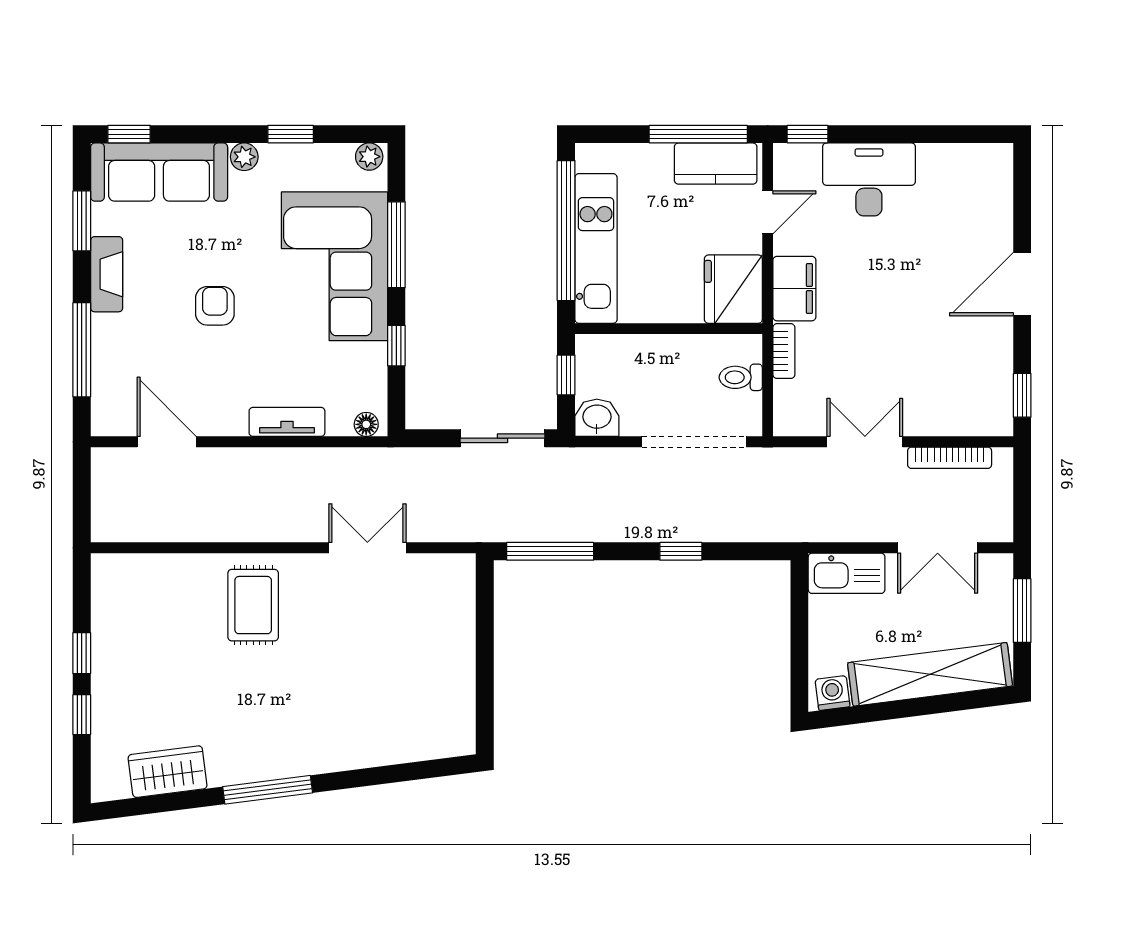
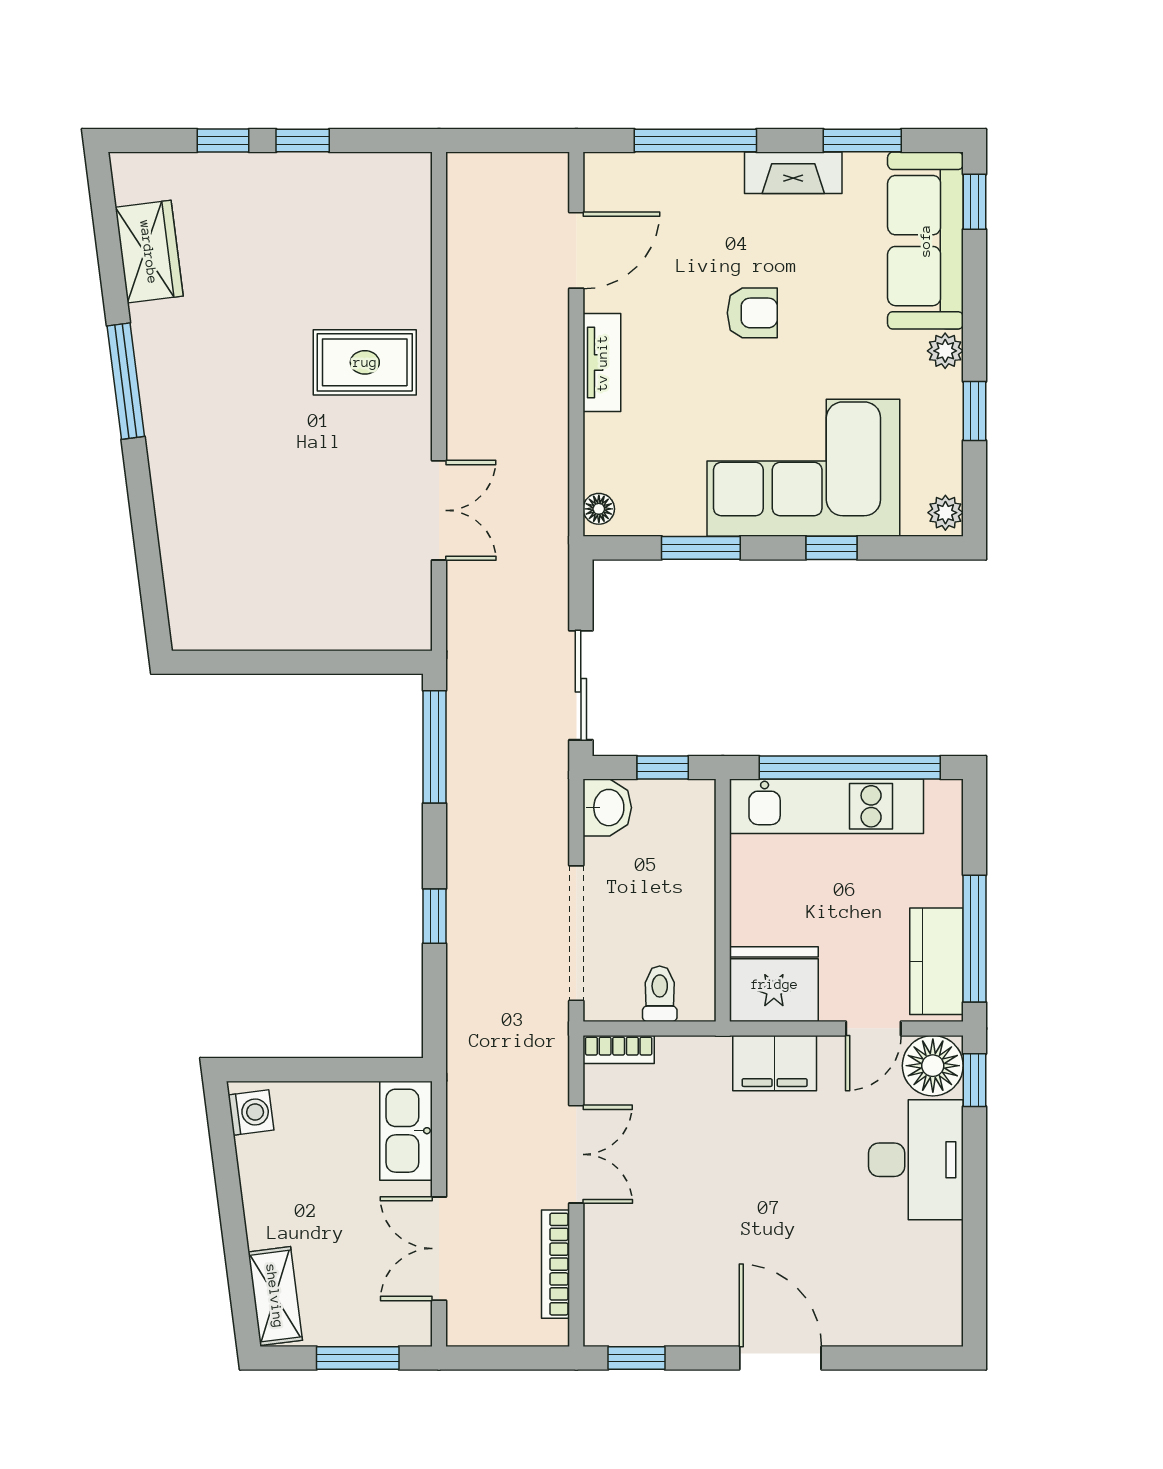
floor lamp: (796, 166) -> (933, 1066), added
door: (768, 212) -> (873, 1028), hinge flipped
window: (396, 245) -> (831, 548), width x0.46
window: (396, 346) -> (701, 548), width x1.50
bookcase: (784, 351) -> (619, 1050), moved
tv unit: (287, 422) -> (602, 363), moved
shelving: (930, 674) -> (275, 1296), width x0.45, depth x0.75

